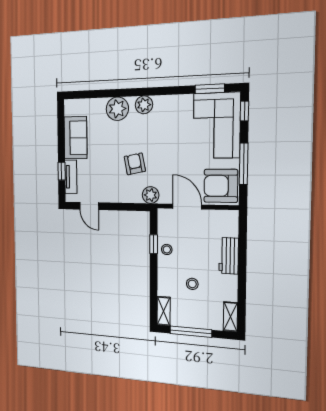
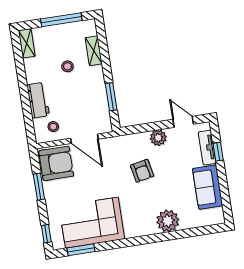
plant: (144, 105) -> (142, 228), removed
corner sofa: (217, 126) -> (92, 223), moved, turned -90
window: (244, 164) -> (39, 187), width x0.69
plant: (151, 195) -> (158, 138), moved
window: (154, 244) -> (111, 97), width x1.50
stool: (167, 249) -> (53, 127), moved
shelving: (164, 311) -> (94, 51), moved

